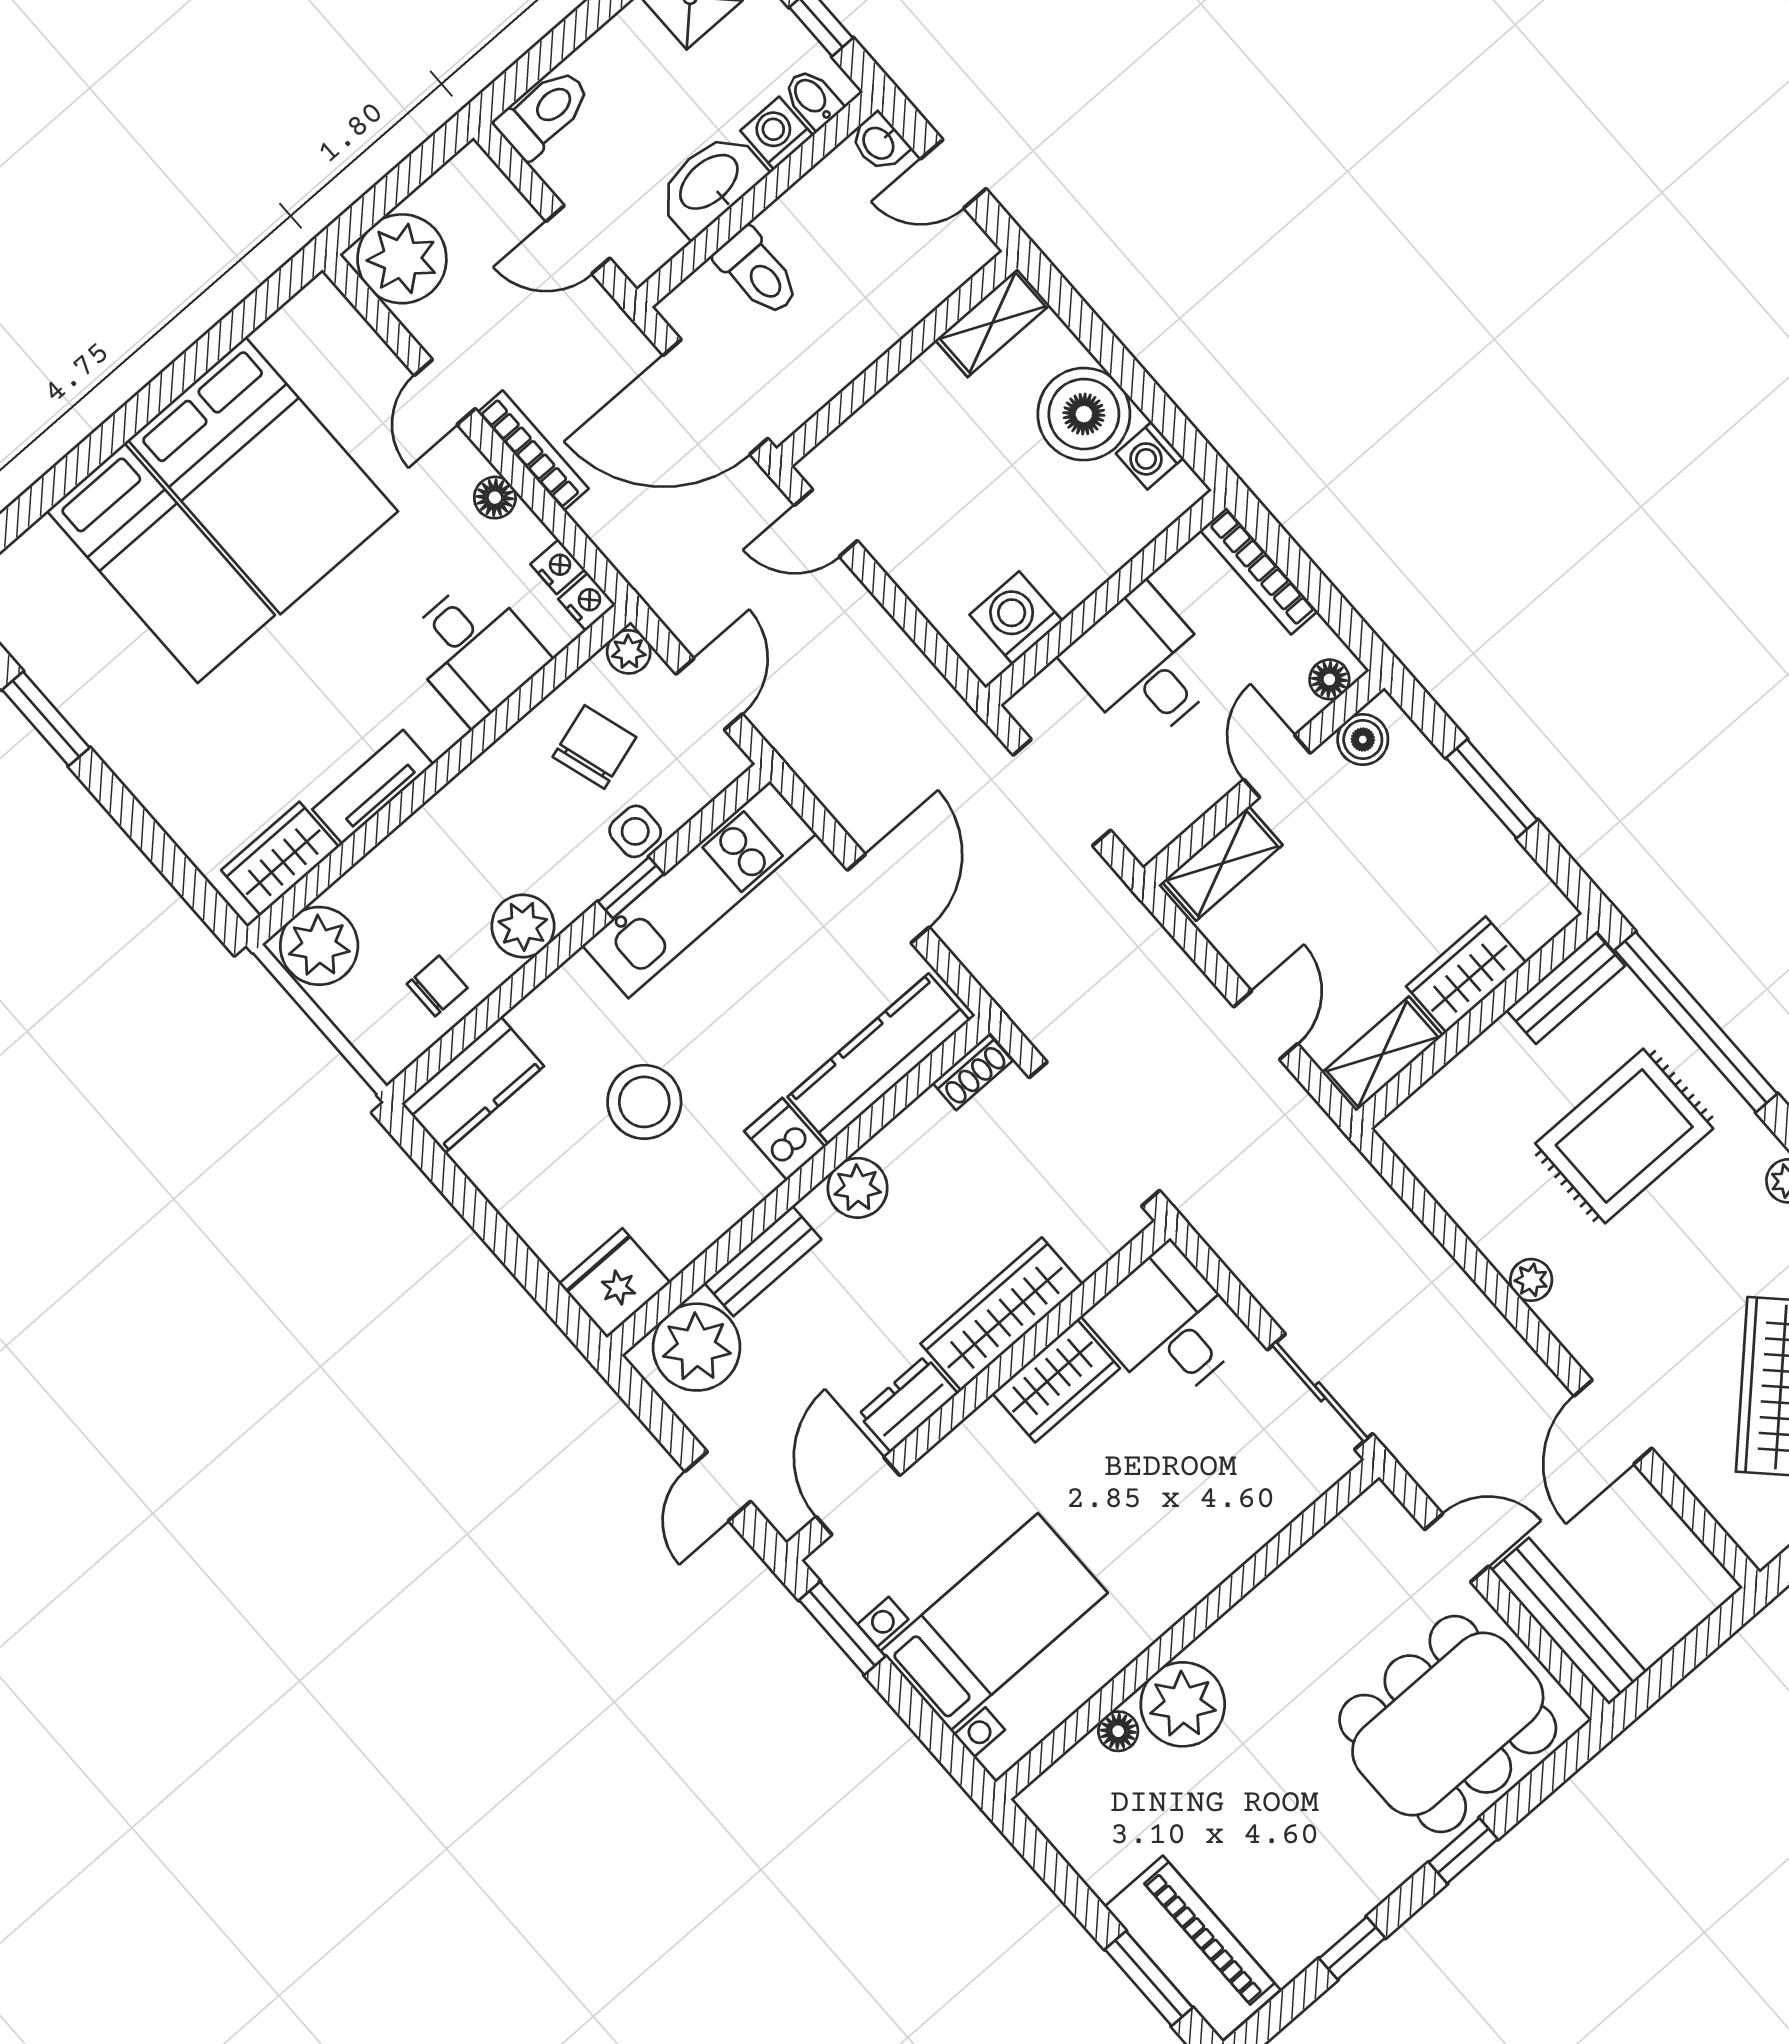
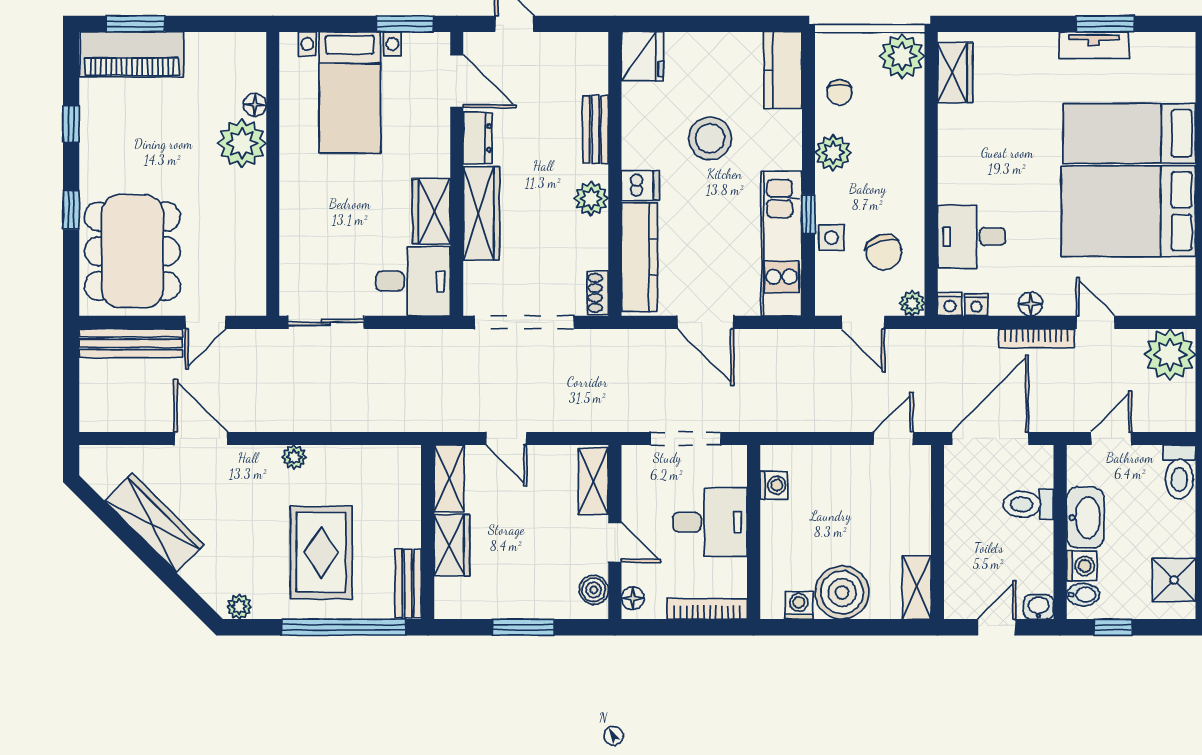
washing machine: (1016, 618) -> (774, 485), width x0.73, depth x0.73
tv unit: (373, 787) -> (1094, 45), moved, turned 90
plant: (697, 1347) -> (583, 68), removed

